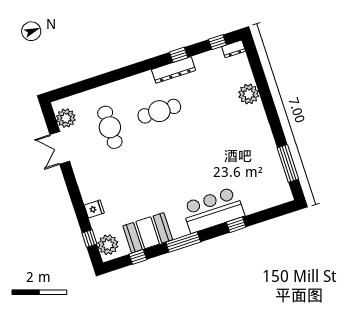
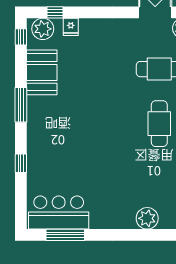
fridge: (94, 209) -> (71, 27), moved
bar counter: (213, 210) -> (59, 213), moved, turned -90
window: (138, 257) -> (21, 37), moved

